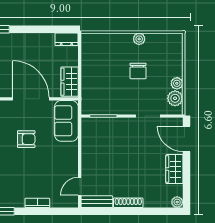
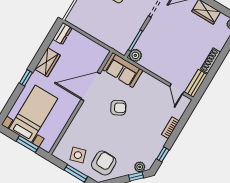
wardrobe: (70, 82) -> (48, 62), moved, turned -90
plant: (88, 125) -> (135, 55), added
armchair: (26, 139) -> (118, 108), turned 62

